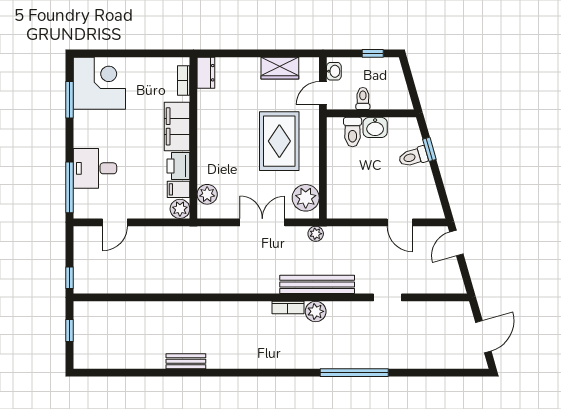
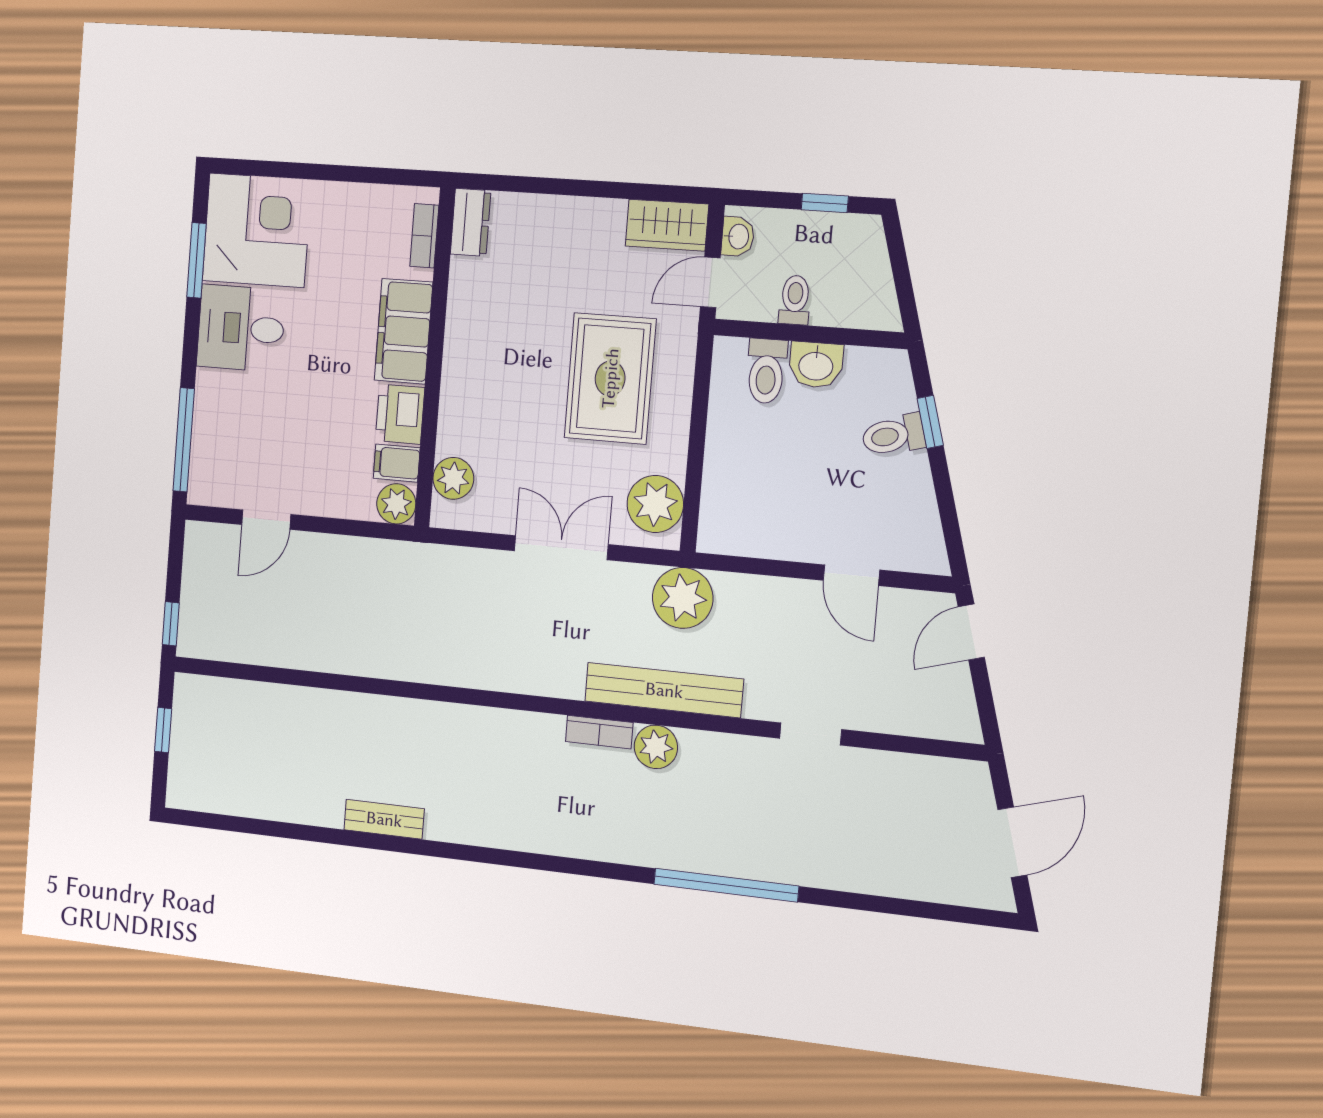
wardrobe: (280, 68) -> (667, 225), moved
desk: (95, 168) -> (241, 328), moved
plant: (316, 234) -> (683, 598), width x1.88, depth x1.88

